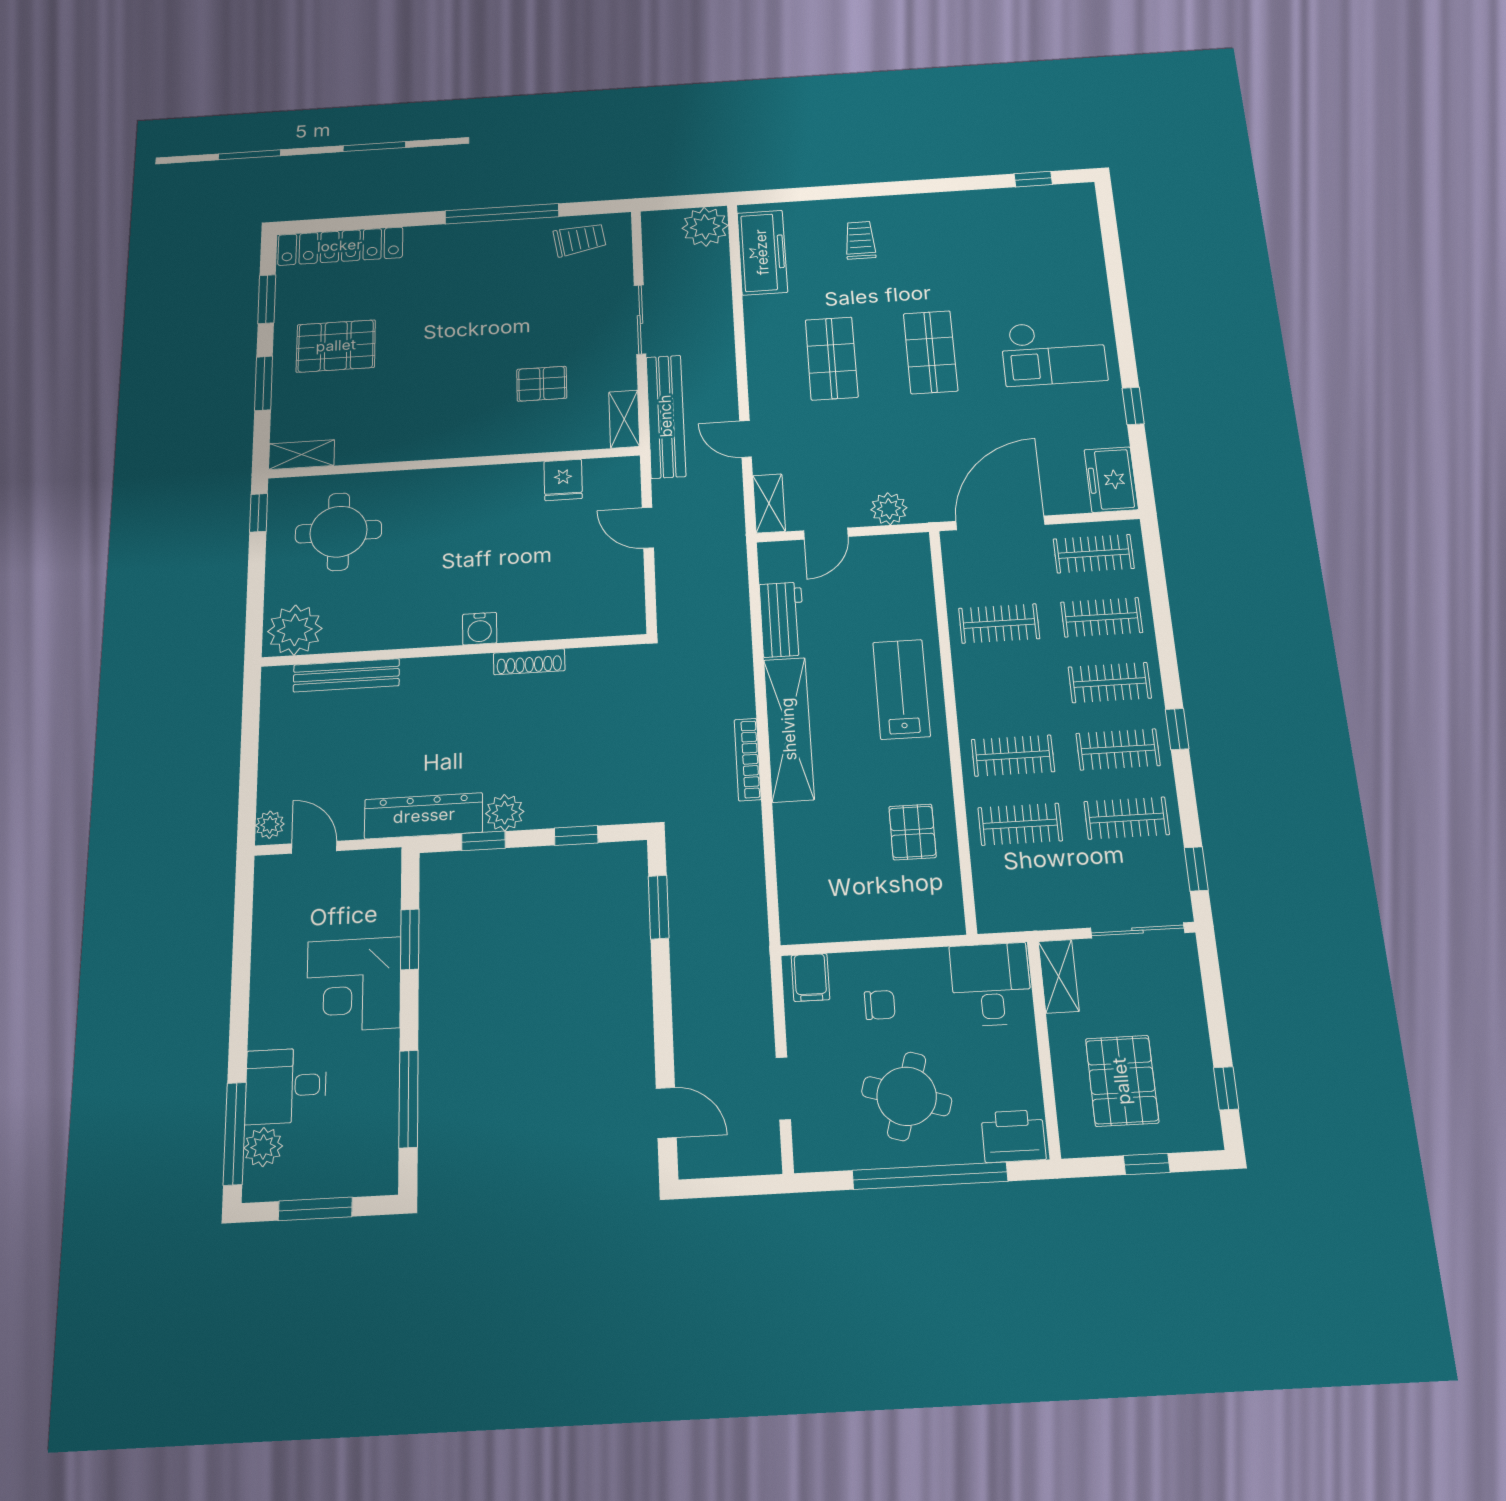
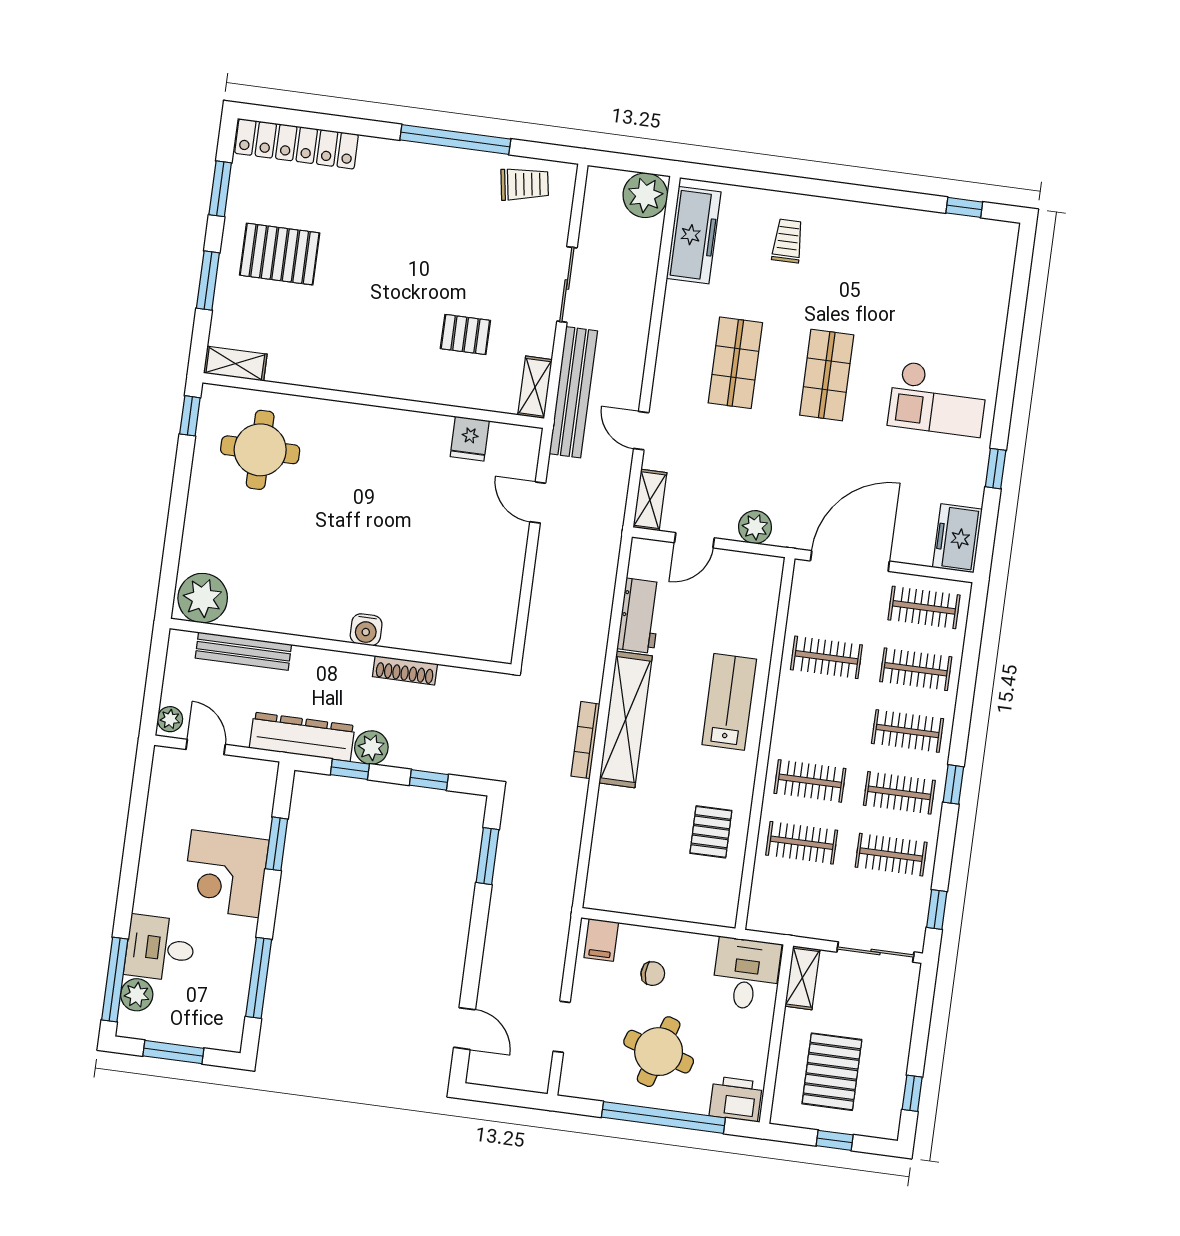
water cooler: (480, 629) -> (366, 630), moved
plant: (295, 630) -> (203, 598), moved
wall: (454, 650) -> (340, 646), moved
shoe rack: (529, 662) -> (405, 670), moved
bench: (346, 675) -> (243, 651), moved

